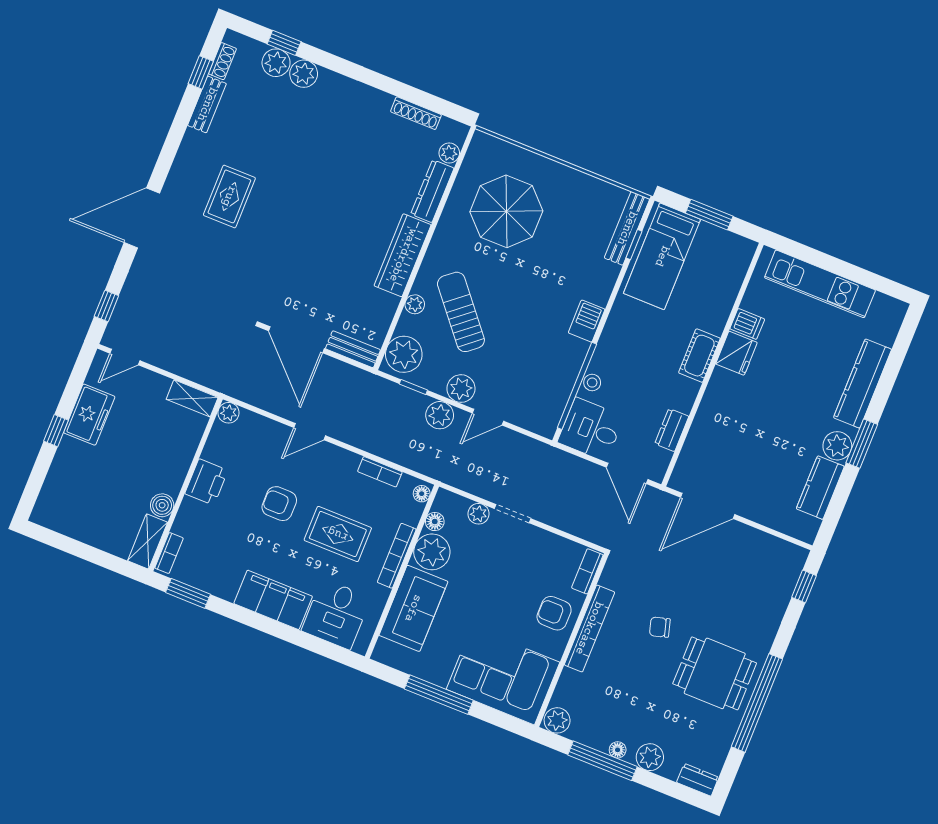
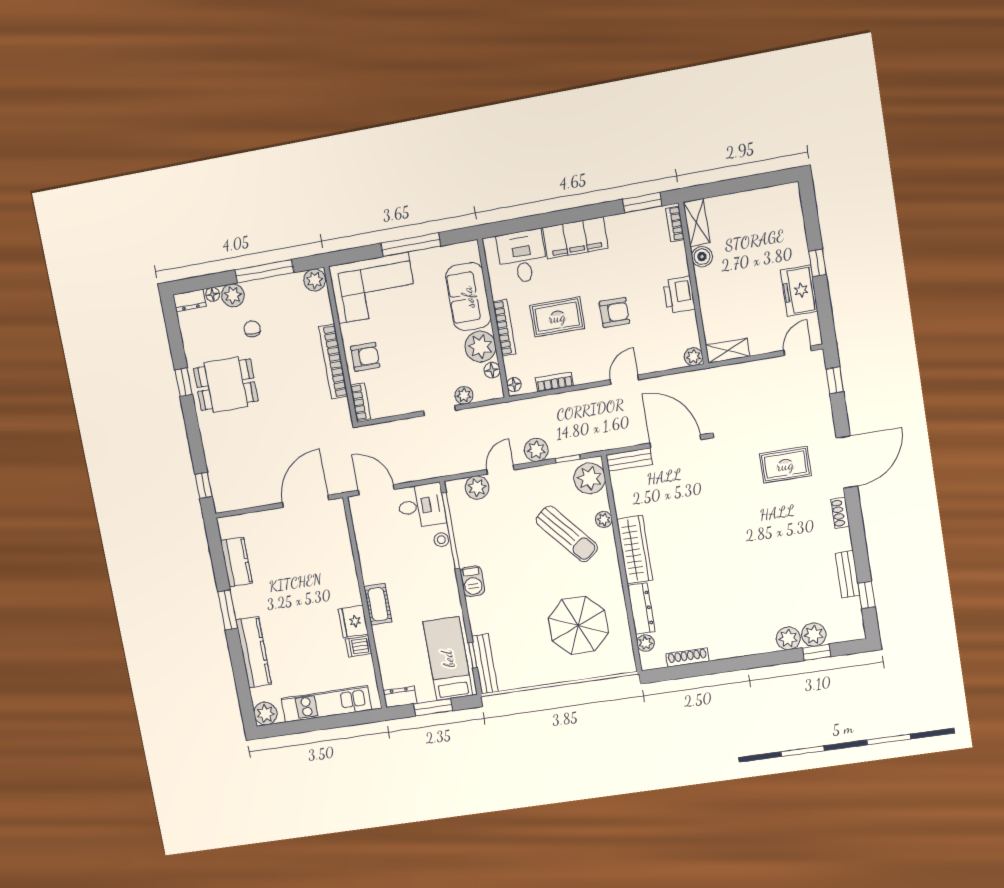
shoe rack: (222, 61) -> (840, 513), moved
rug: (229, 196) -> (785, 465), moved, turned 90
plant: (461, 389) -> (477, 488), moved
dresser: (672, 430) -> (400, 697), moved, turned -90
plant: (837, 446) -> (265, 714), moved
chair: (660, 627) -> (252, 329), moved, turned -74
window: (757, 703) -> (184, 382), width x0.32
floor lamp: (618, 750) -> (213, 294), moved

